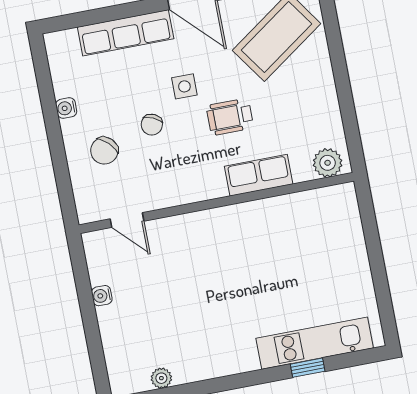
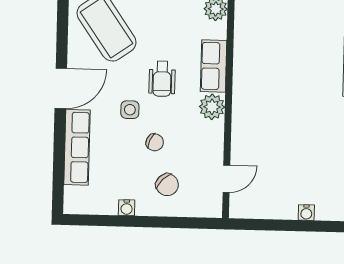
plant: (209, 184) -> (212, 107), added
water cooler: (102, 296) -> (306, 213), moved

